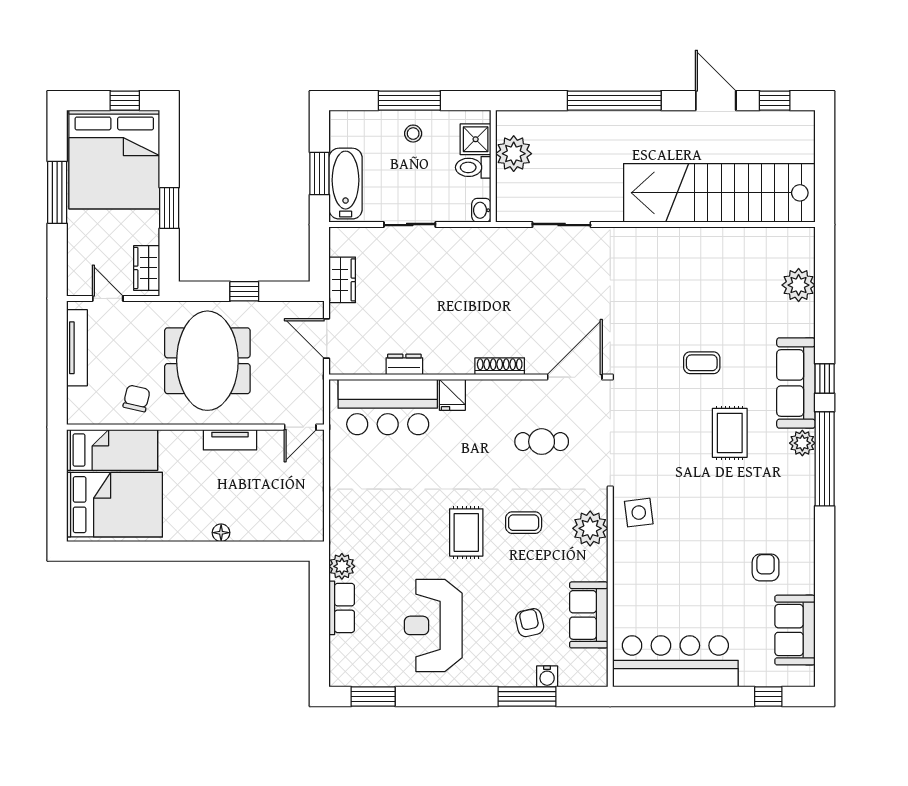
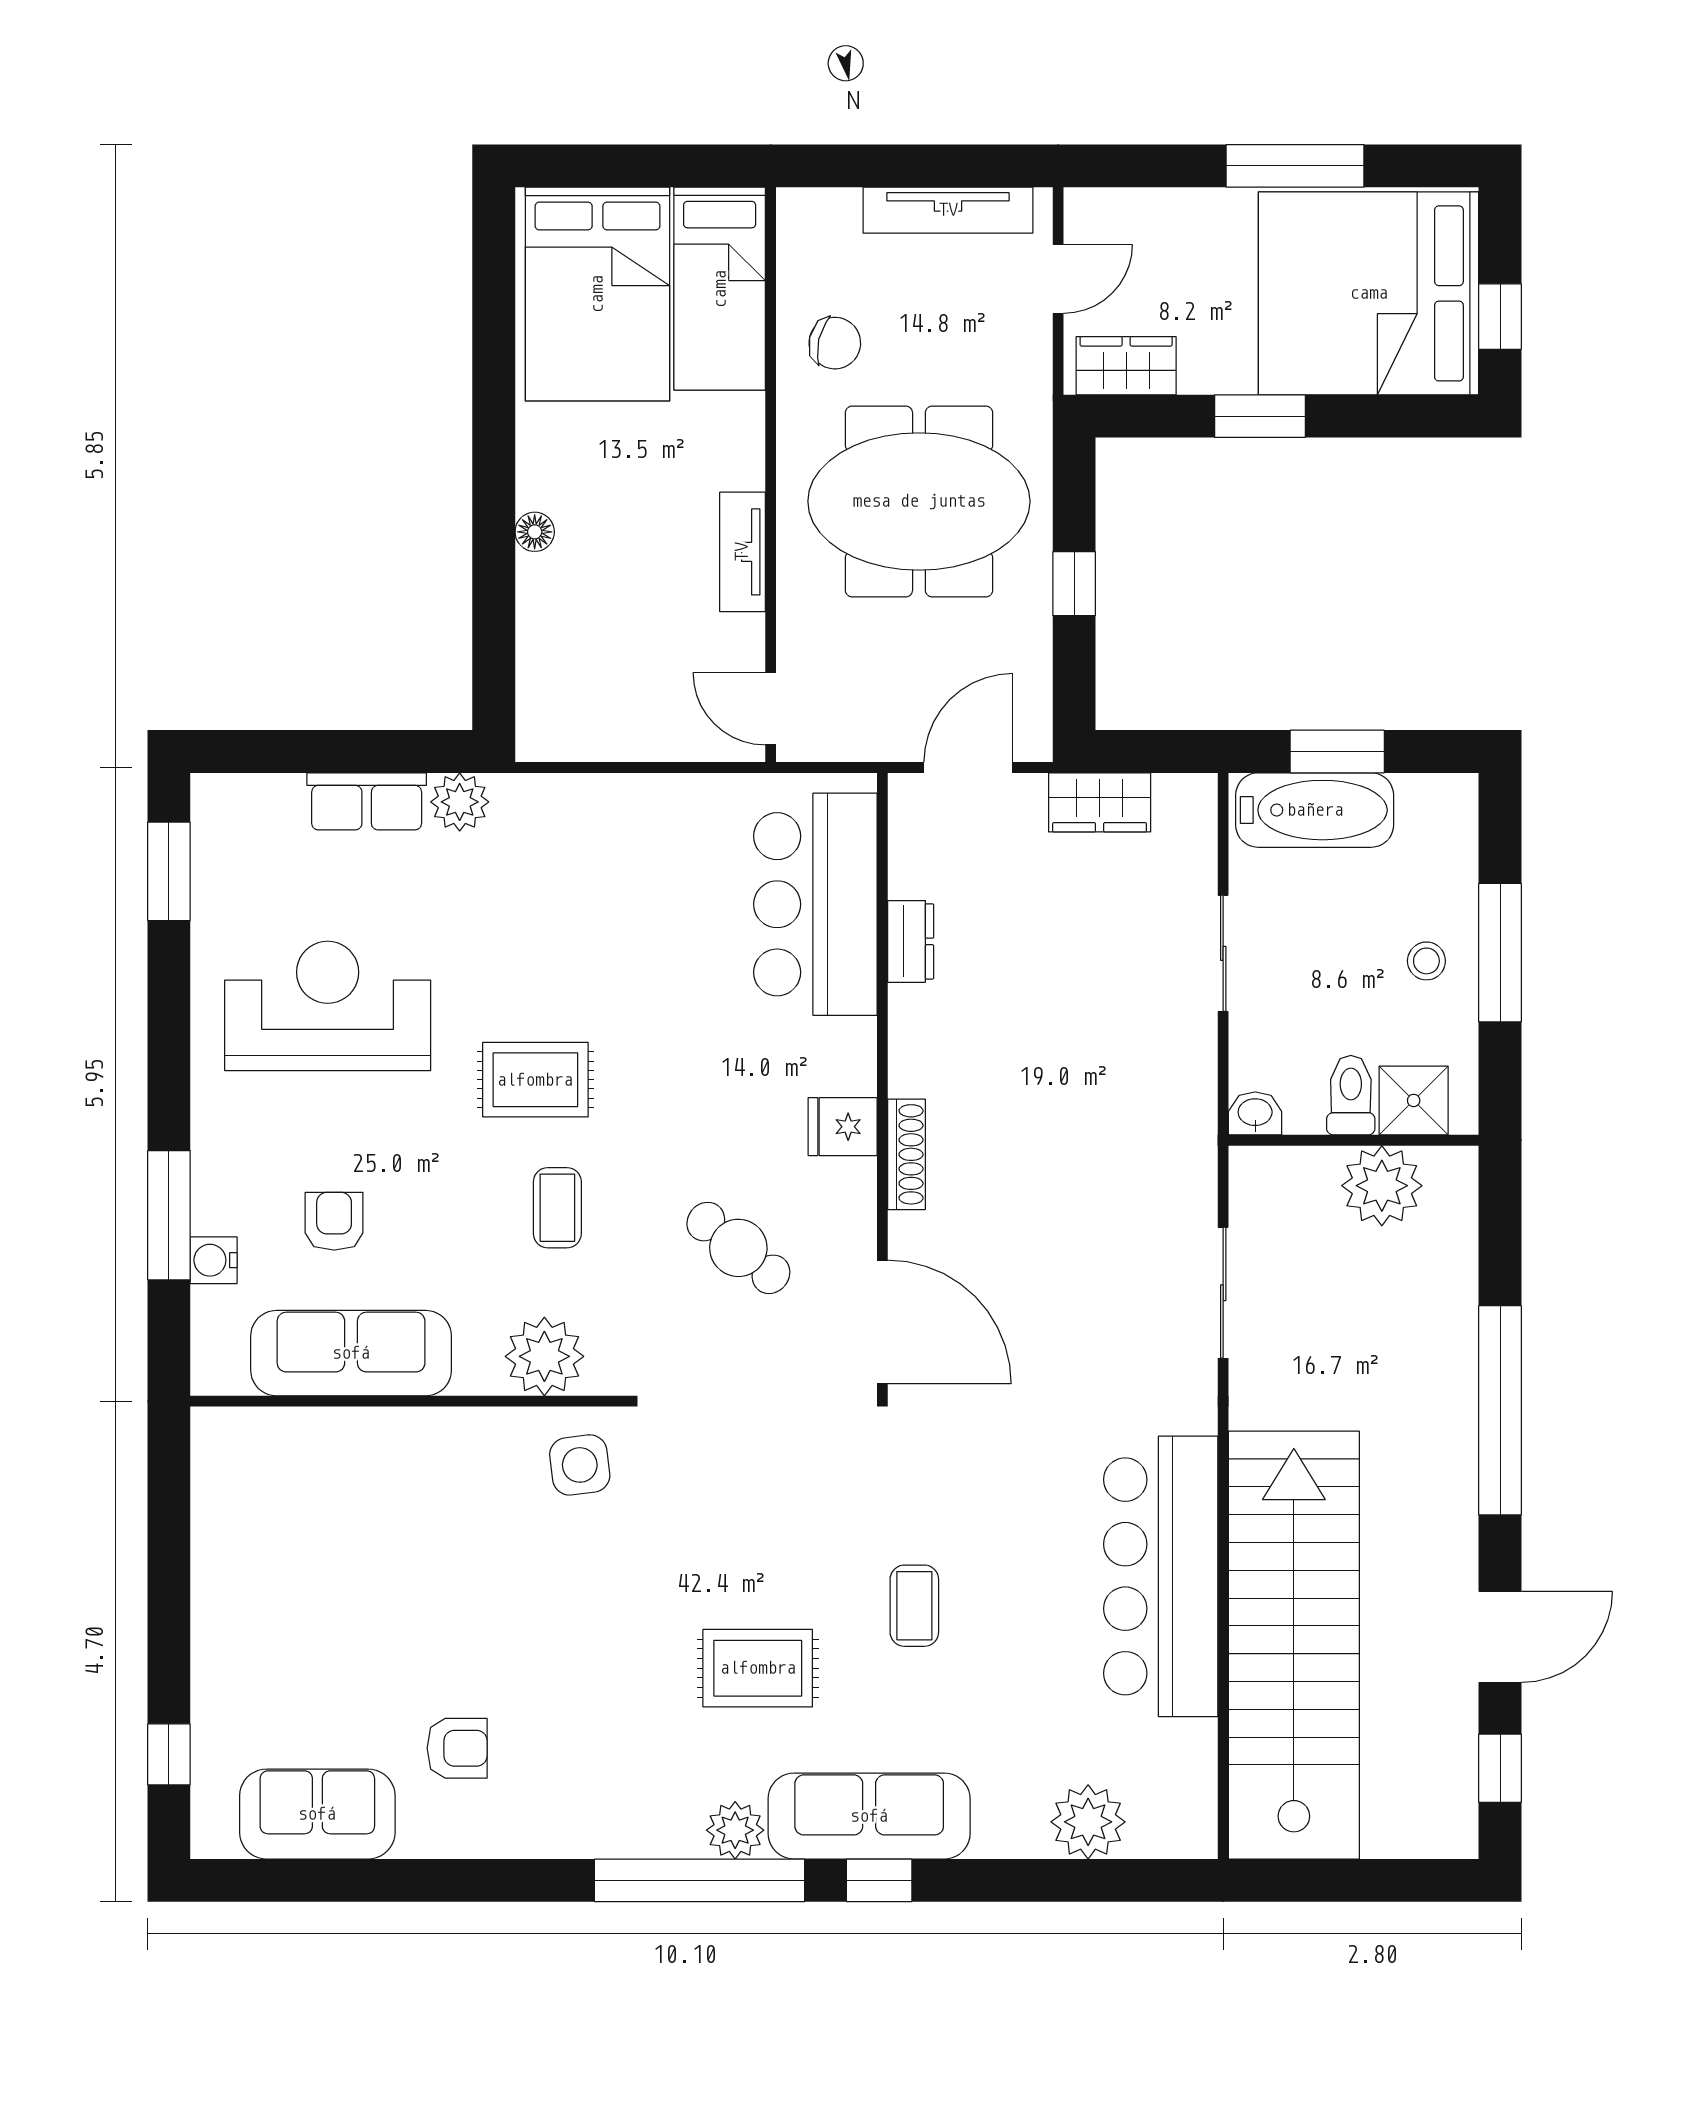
fridge: (452, 395) -> (843, 1127), moved
cafe table: (542, 442) -> (738, 1248), turned -51
sofa: (589, 615) -> (351, 1353), width x1.36
armchair: (530, 623) -> (334, 1221), turned -77
bar counter: (675, 661) -> (1161, 1576), moved, turned 180

